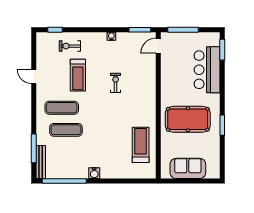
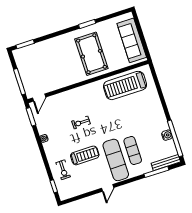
door: (158, 46) -> (39, 98), hinge flipped
bar counter: (207, 70) -> (46, 51), removed
door: (34, 77) -> (108, 188), moved
exercise mat: (62, 108) -> (116, 160), width x1.36, depth x1.45
treadmill: (141, 145) -> (125, 85), width x1.37, depth x1.38
sofa: (188, 168) -> (132, 40), width x1.36
water cooler: (94, 173) -> (167, 135), moved

